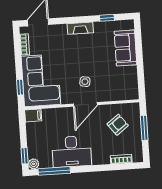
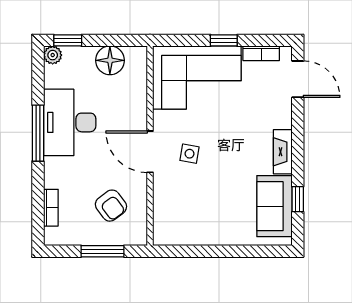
sofa: (125, 48) -> (275, 206), moved, turned -90
window: (20, 87) -> (224, 40), moved
filing cabinet: (33, 115) -> (137, 60), removed
floor lamp: (34, 131) -> (110, 60), added
window: (54, 171) -> (38, 133), moved

